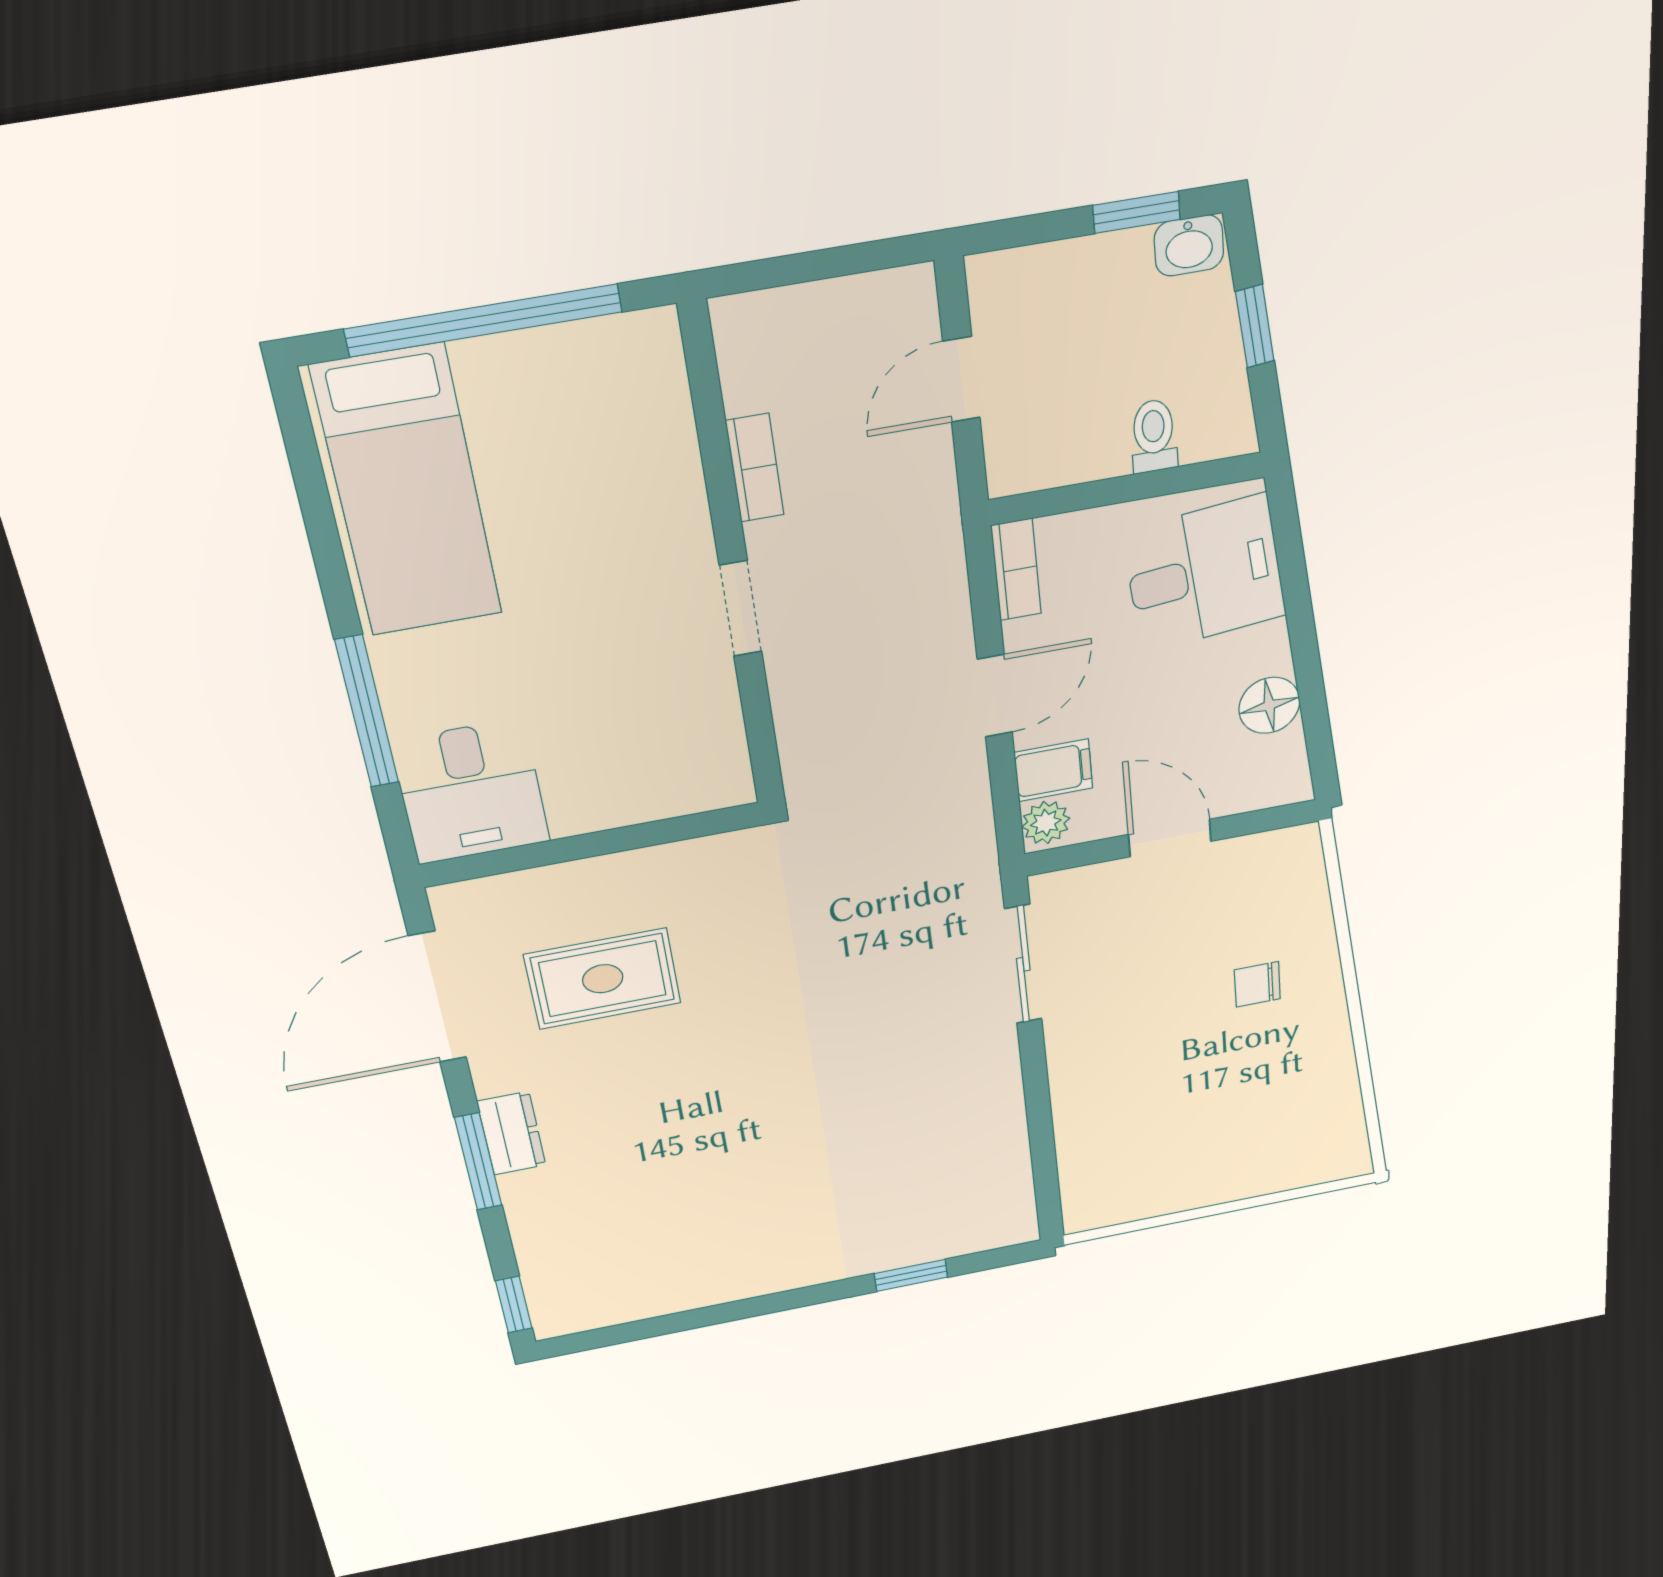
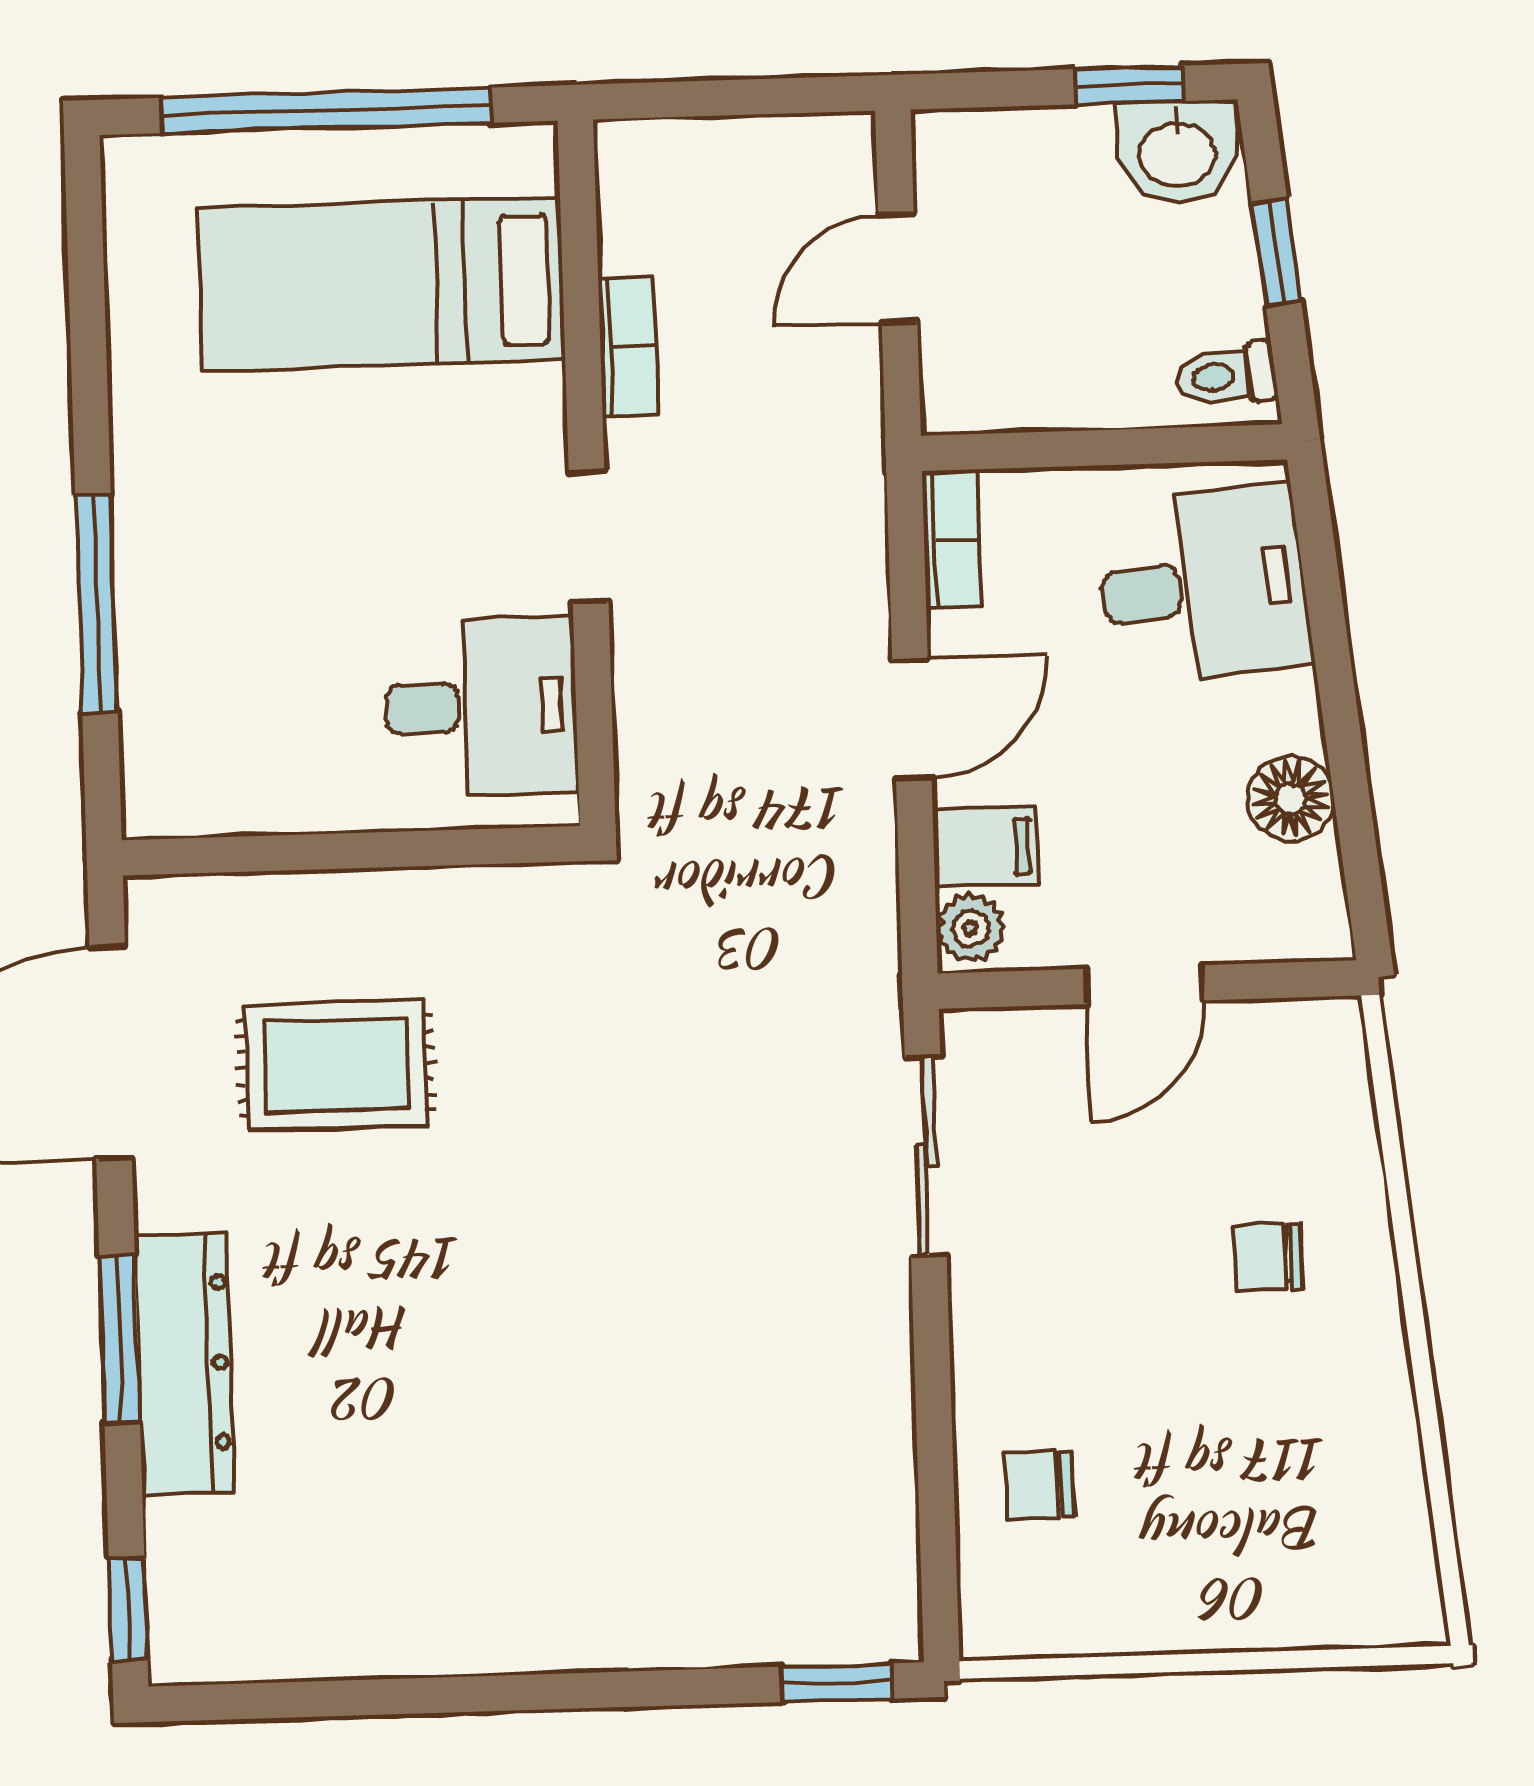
washbasin: (1189, 245) -> (1178, 152), width x1.38, depth x1.45
toilet: (1154, 436) -> (1227, 376), moved, turned -96
bed: (408, 492) -> (381, 284), moved, turned 90
desk: (471, 792) -> (481, 707), moved, turned -90
door: (1170, 838) -> (1145, 985), swing flipped
dresser: (511, 1133) -> (184, 1363), width x1.96, depth x1.24
chair: (1110, 1135) -> (1040, 1485), added
window: (911, 1275) -> (837, 1683), moved

